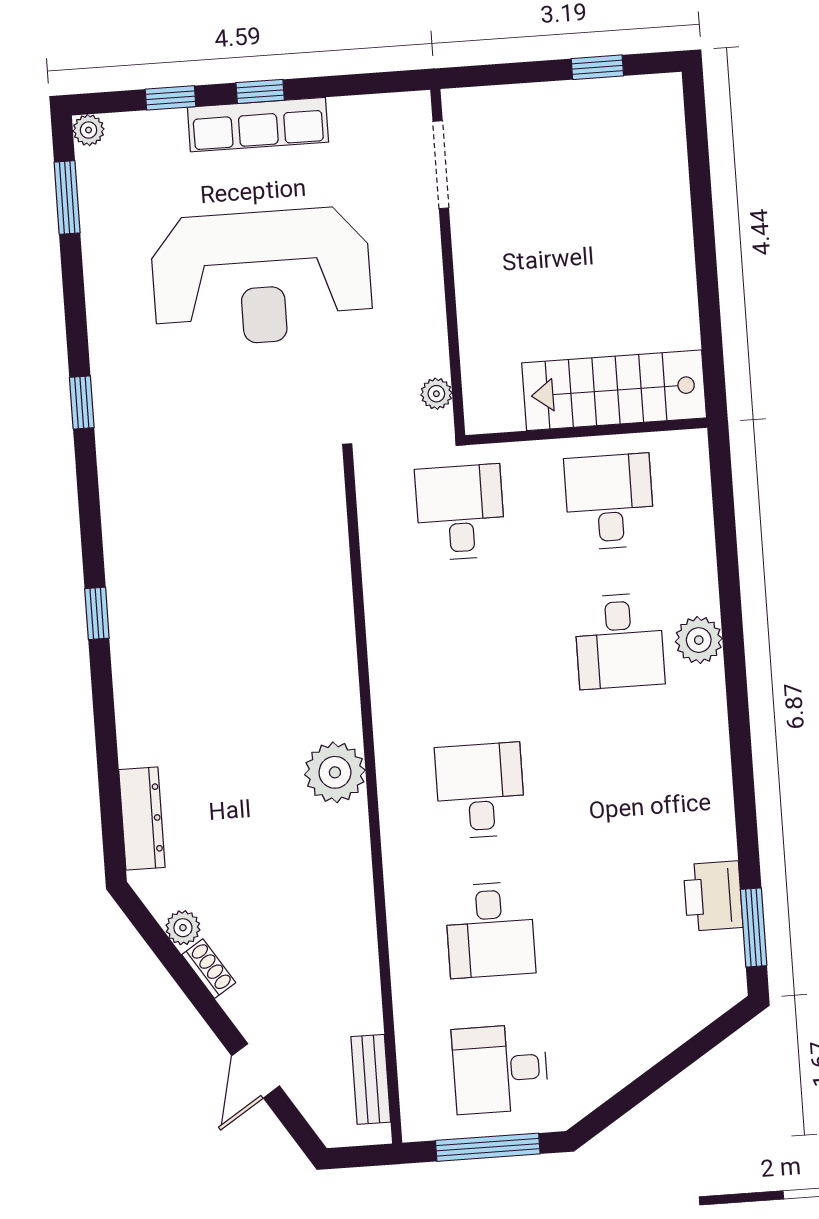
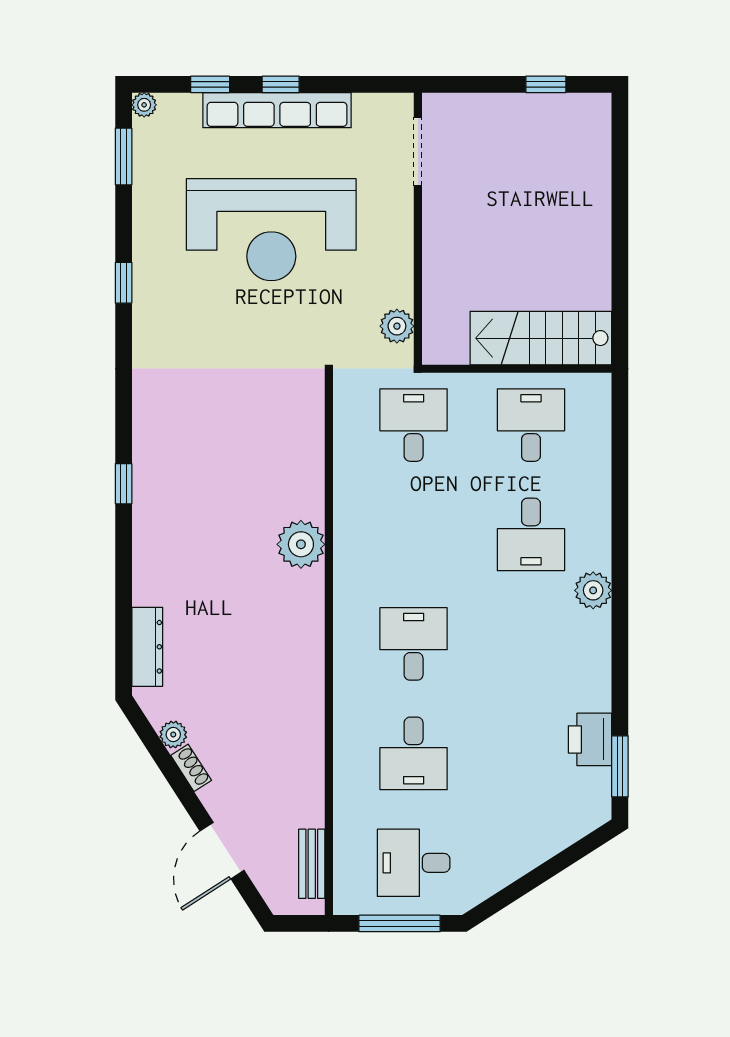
row of seats: (258, 125) -> (277, 110), width x1.36
plant: (436, 394) -> (397, 326), width x1.38, depth x1.38
window: (82, 402) -> (124, 283), moved
plant: (699, 640) -> (593, 590), moved
plant: (335, 772) -> (301, 544), moved
door: (256, 1071) -> (222, 851), width x1.38

